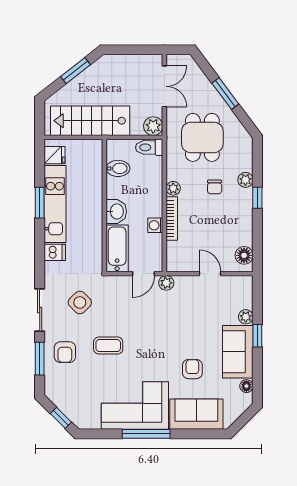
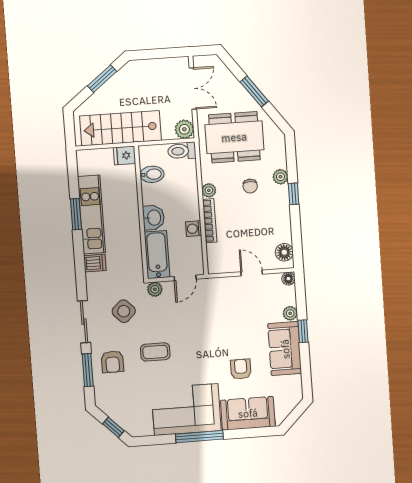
dining table: (202, 137) -> (234, 137), width x1.38
fridge: (55, 155) -> (125, 155), moved, turned 180
plant: (166, 283) -> (155, 289), moved
floor lamp: (246, 386) -> (288, 279), moved

